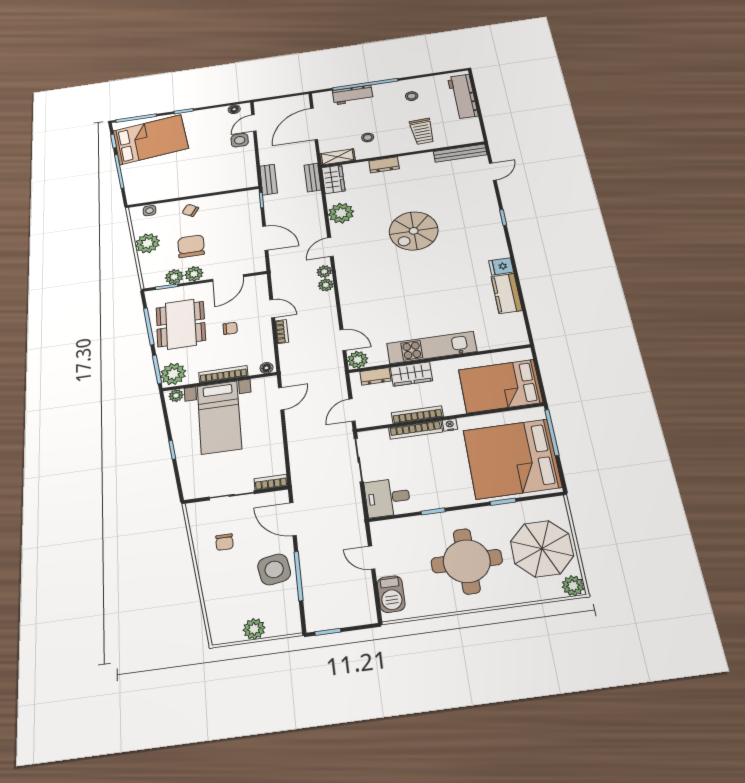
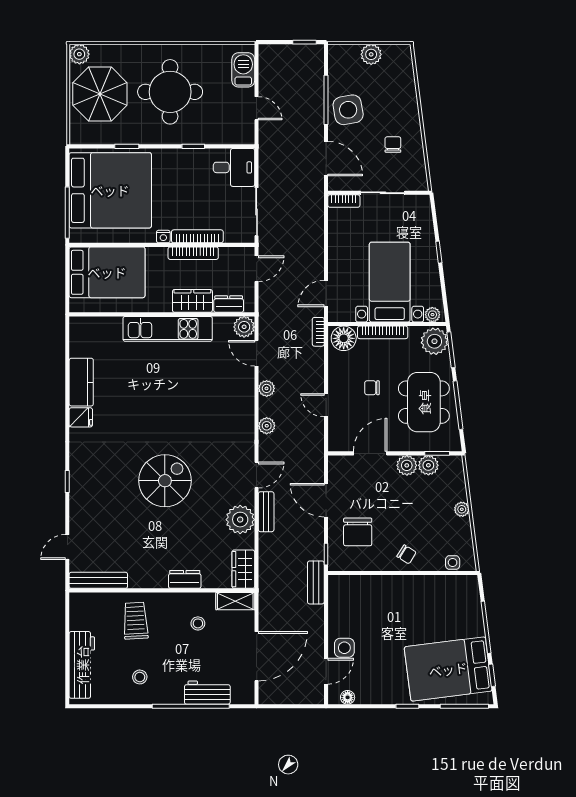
bench: (313, 178) -> (266, 512), moved
plant: (147, 243) -> (462, 509), width x0.53, depth x0.53
chair: (191, 246) -> (358, 532), moved
plant: (324, 271) -> (267, 388), moved
bookcase: (282, 332) -> (318, 332), moved
floor lamp: (266, 368) -> (344, 338), width x1.89, depth x1.89

